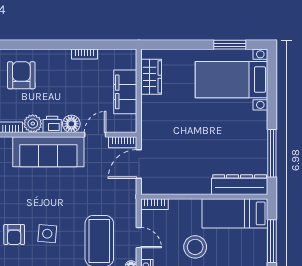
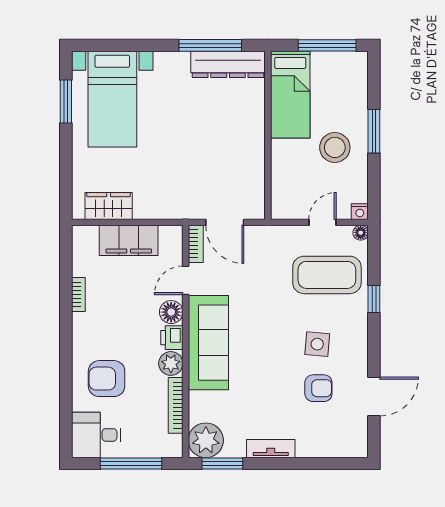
door: (95, 135) -> (186, 280), hinge flipped
dresser: (240, 185) -> (228, 64), moved, turned -90
bookcase: (155, 204) -> (278, 201), removed

